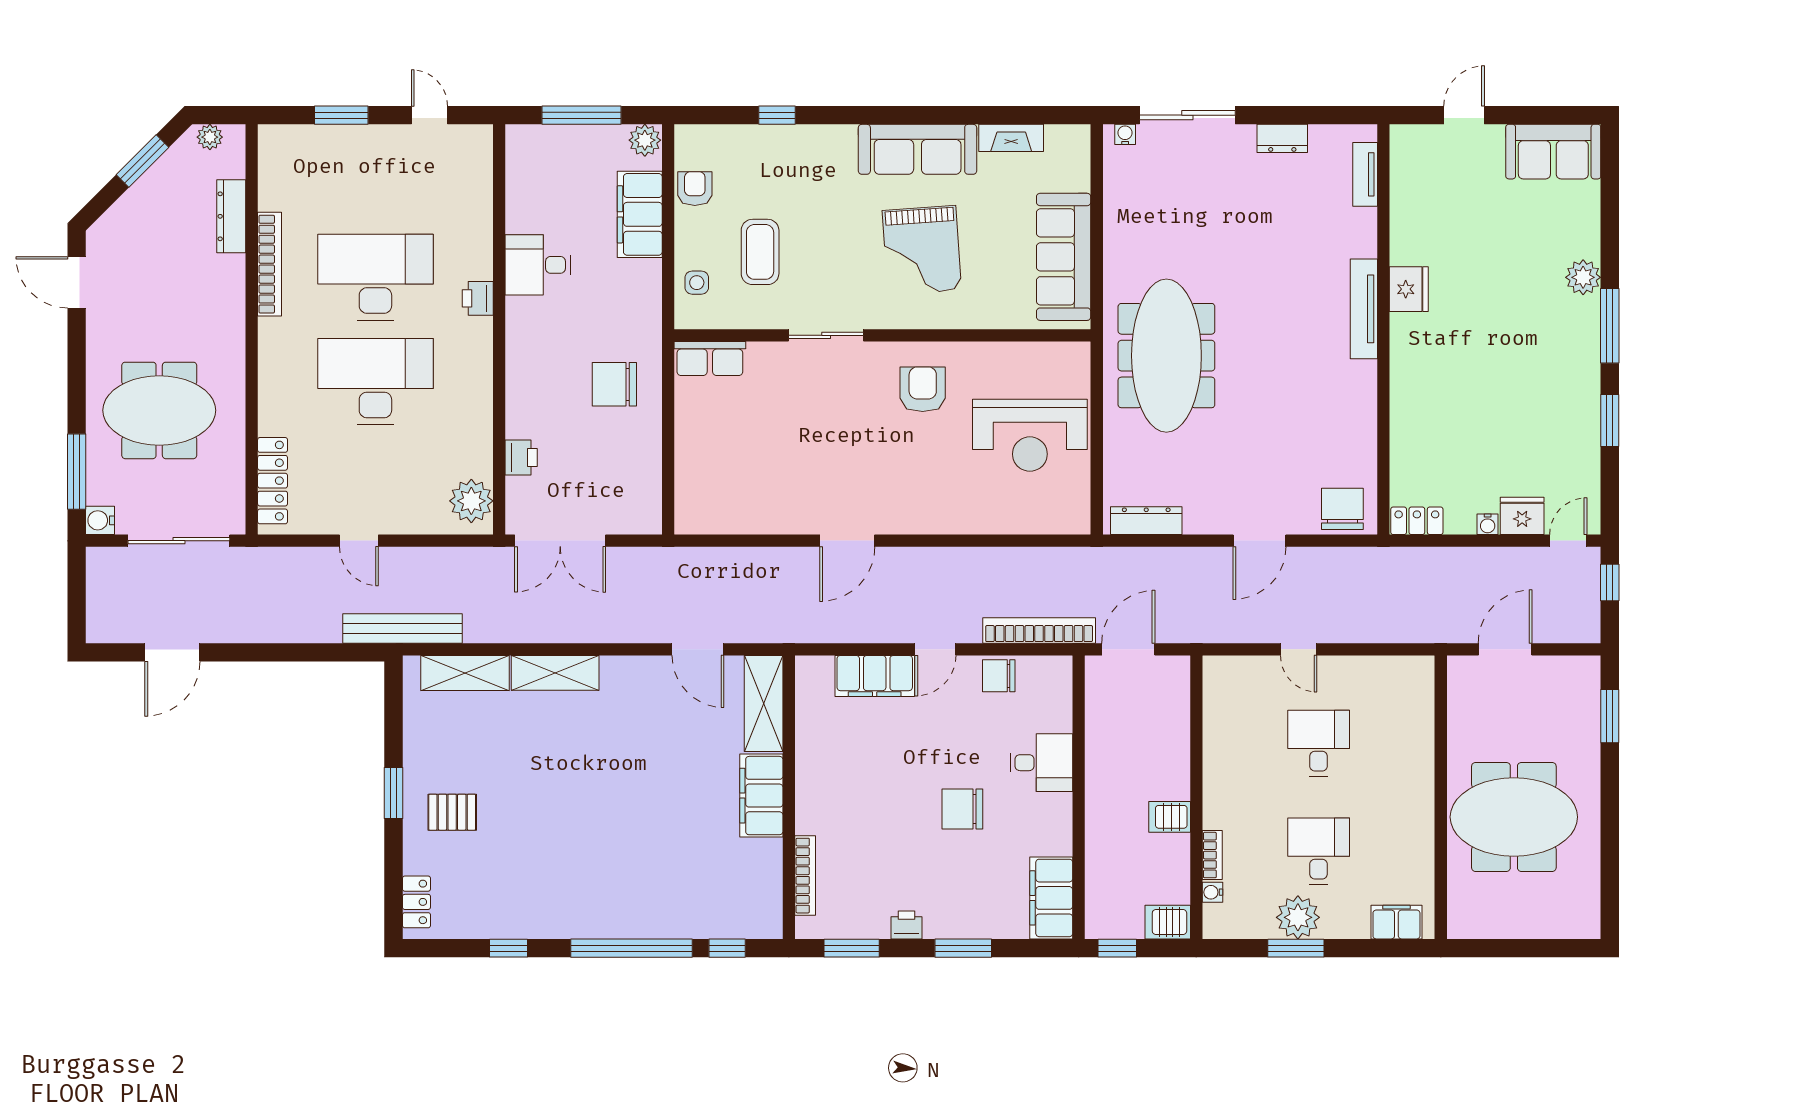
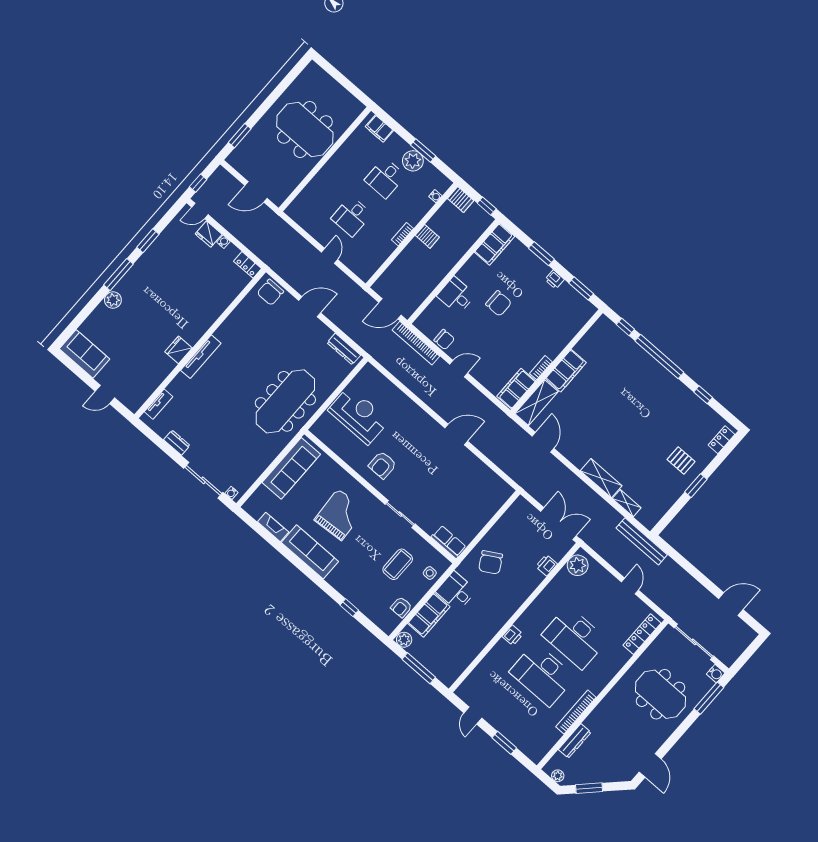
desk: (538, 265) -> (456, 591), moved, turned 180
chair: (614, 384) -> (491, 562), turned 60
shelving: (465, 673) -> (627, 503), width x0.67, depth x0.75
filing cabinet: (875, 676) -> (516, 389), moved, turned -90
bookcase: (1212, 855) -> (402, 234), moved
bookcase: (805, 876) -> (541, 368), moved, width x0.64

